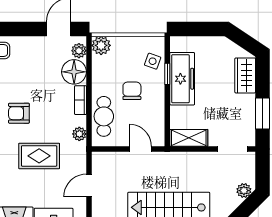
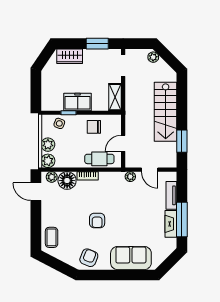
plant: (124, 45) -> (48, 145), added
freezer: (182, 79) -> (78, 102), width x0.71
chair: (132, 91) -> (94, 127), moved
plant: (79, 134) -> (130, 177), moved
door: (140, 149) -> (123, 143), moved
rug: (39, 156) -> (128, 206), removed

